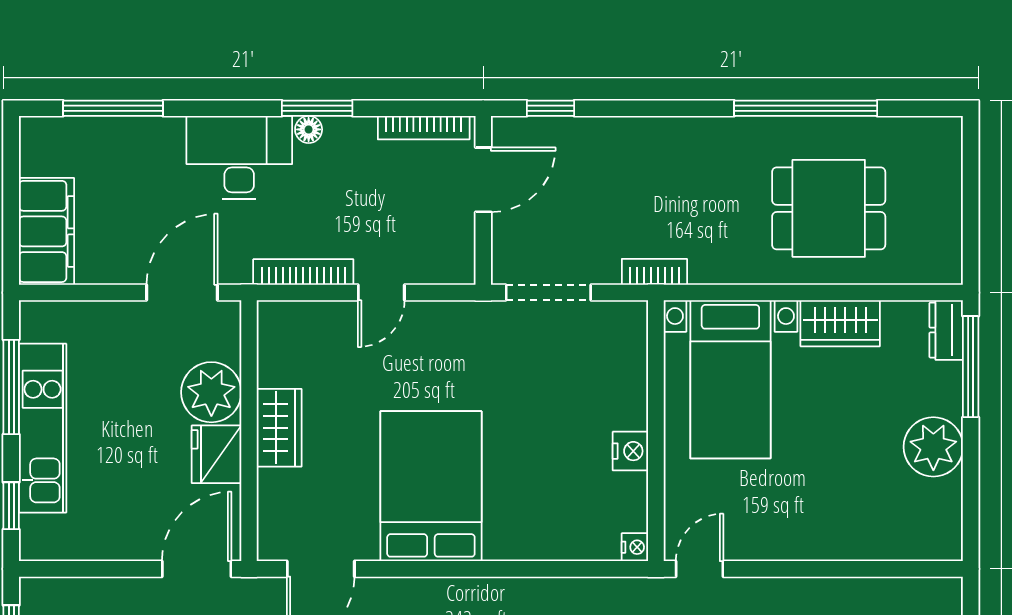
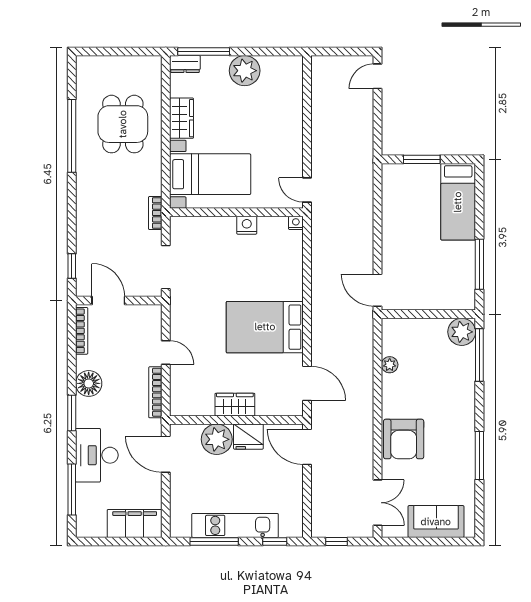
window: (317, 108) -> (72, 413), moved
floor lamp: (309, 129) -> (89, 383), width x1.89, depth x1.89
desk: (239, 157) -> (97, 455), moved

